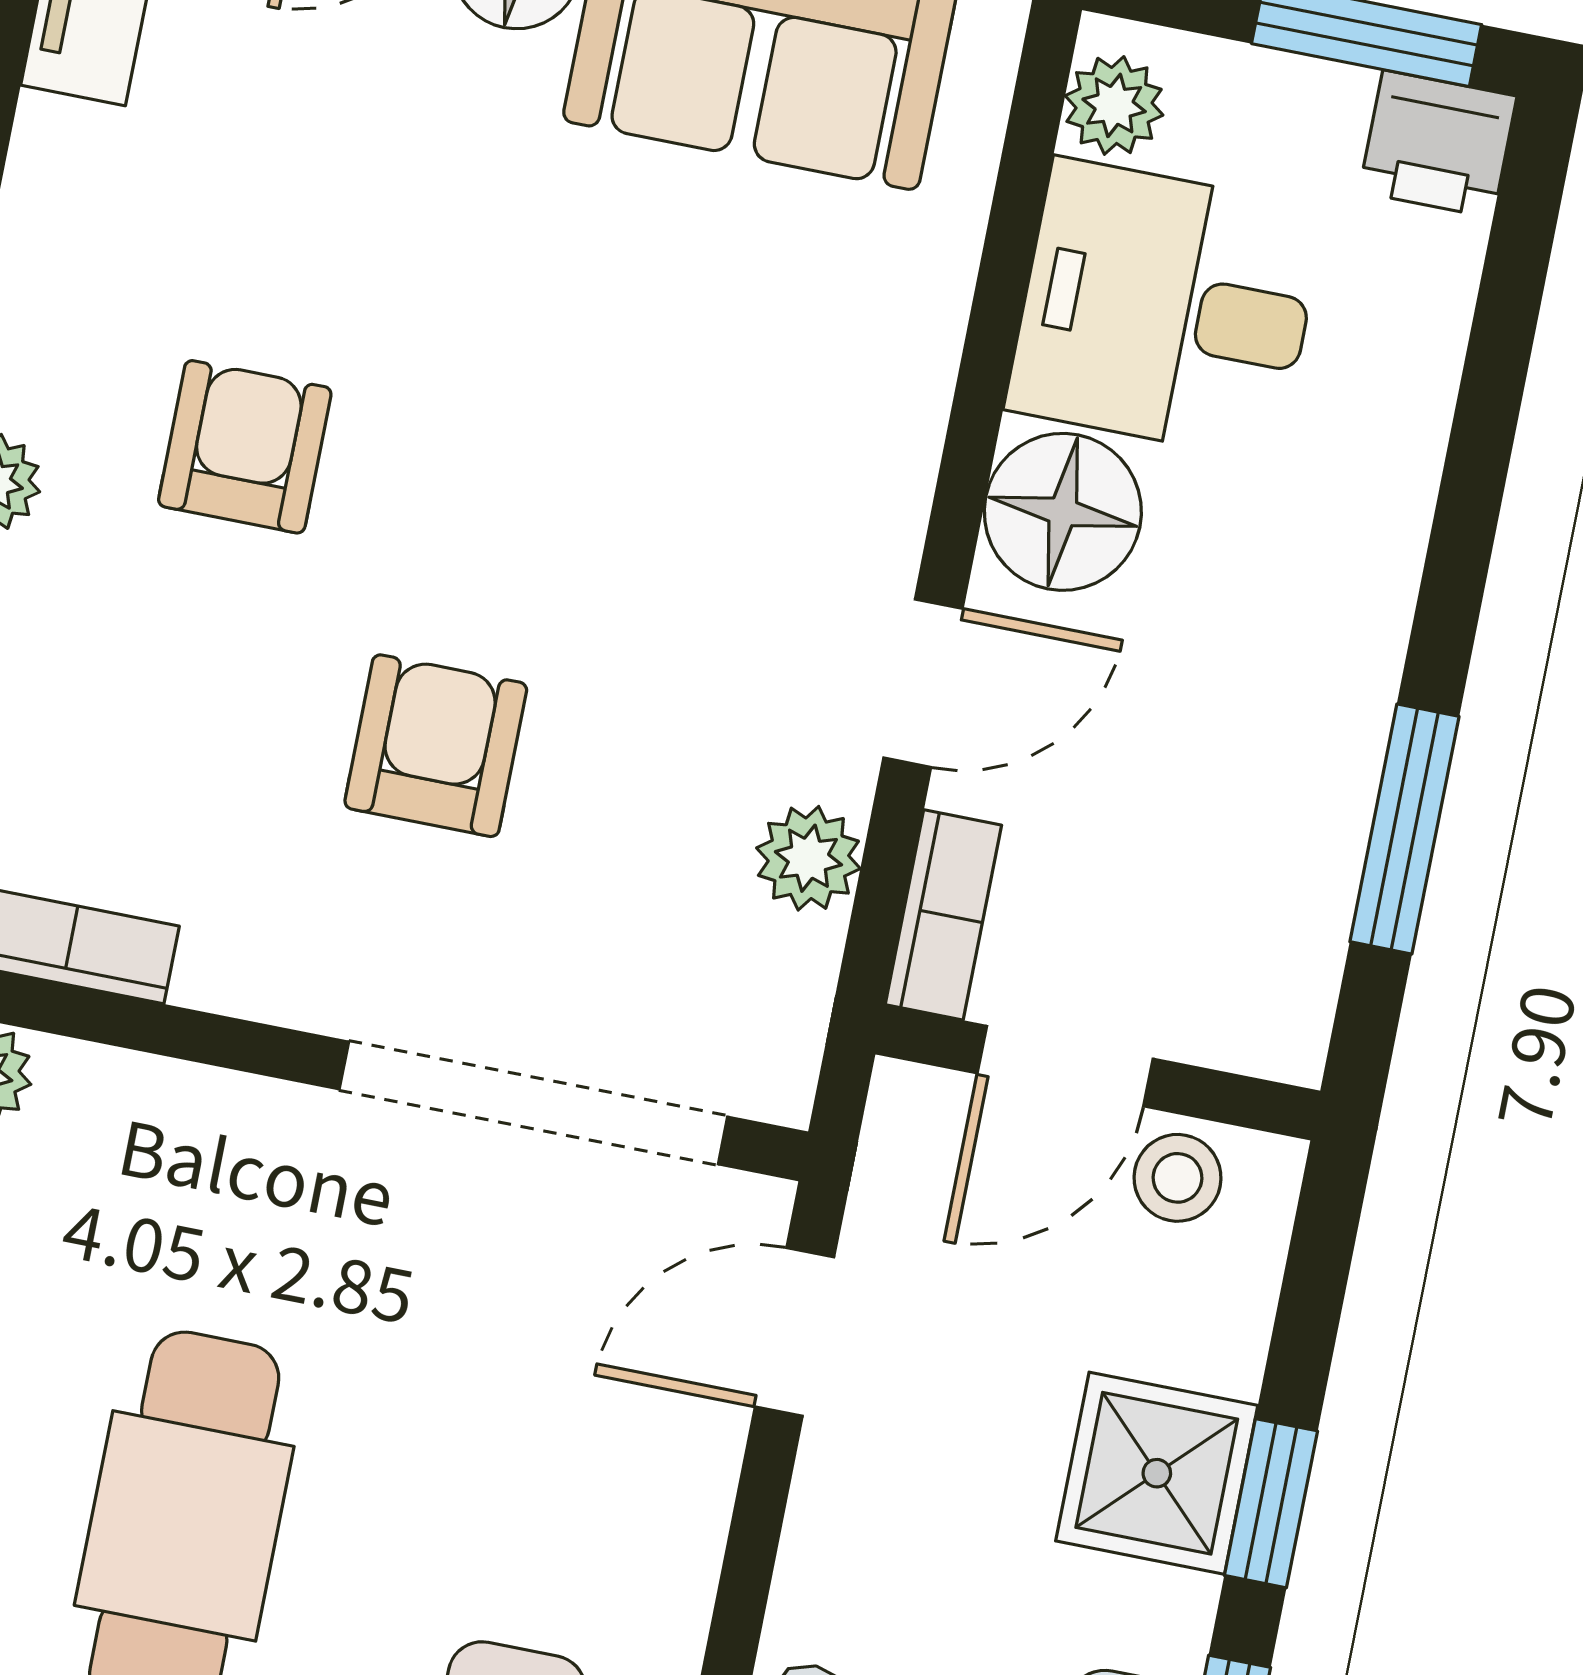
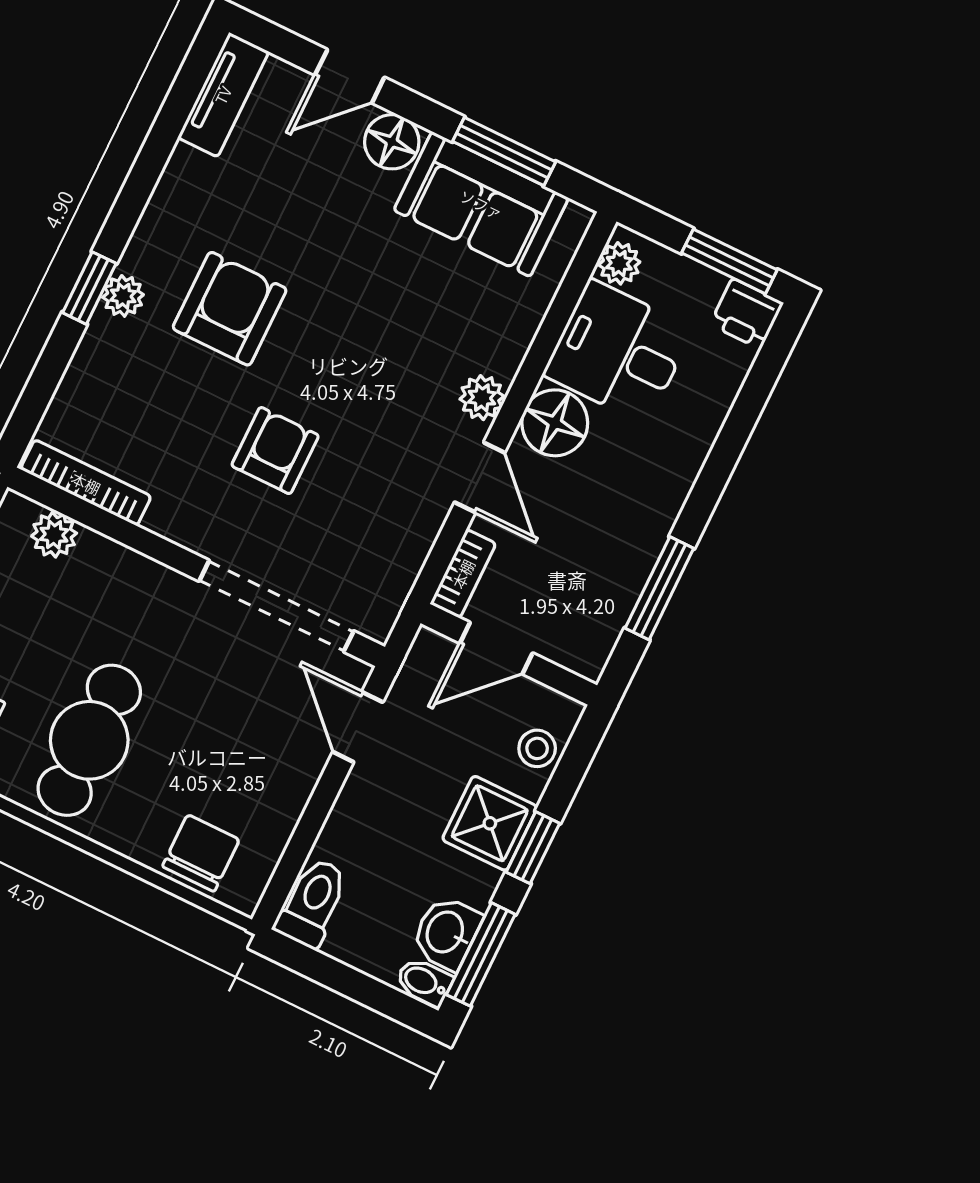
armchair: (245, 447) -> (230, 309), width x1.38, depth x1.38
door: (923, 683) -> (480, 477), hinge flipped
plant: (808, 858) -> (482, 398), moved
stool: (1177, 1178) -> (537, 748), moved
door: (794, 1332) -> (358, 727), hinge flipped

